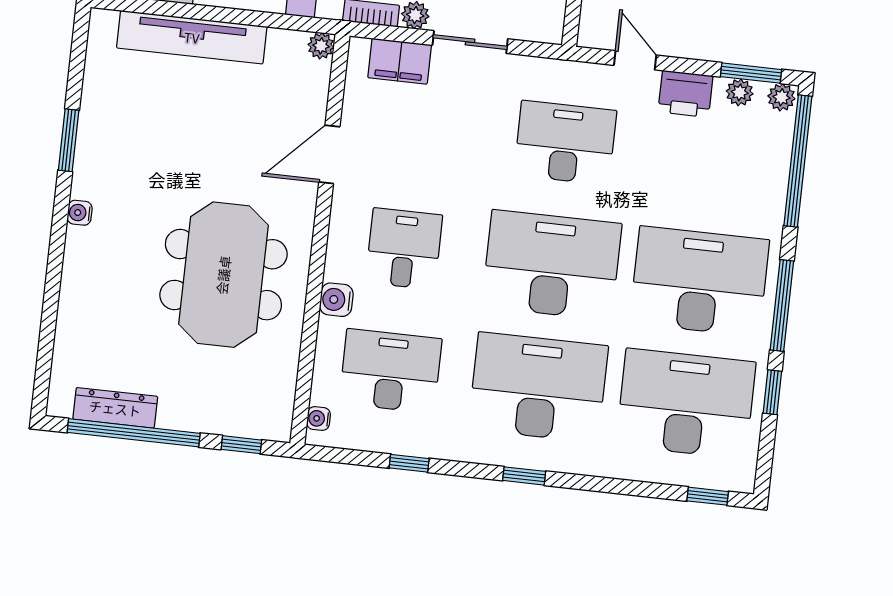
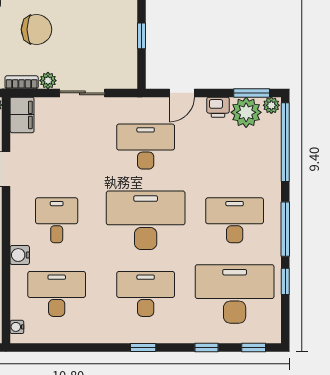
door: (635, 60) -> (182, 93), swing flipped
filing cabinet: (400, 61) -> (22, 115), moved, turned -90
plant: (740, 92) -> (246, 112), width x1.88, depth x1.88
printer: (685, 94) -> (218, 107), width x0.73, depth x0.81
desk: (699, 281) -> (235, 220), width x0.73, depth x0.77
desk: (538, 387) -> (146, 294), width x0.73, depth x0.77
window: (409, 463) -> (206, 348), moved

